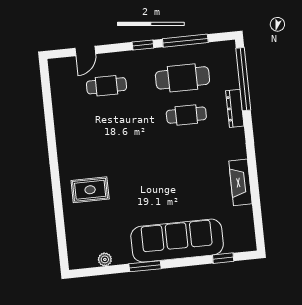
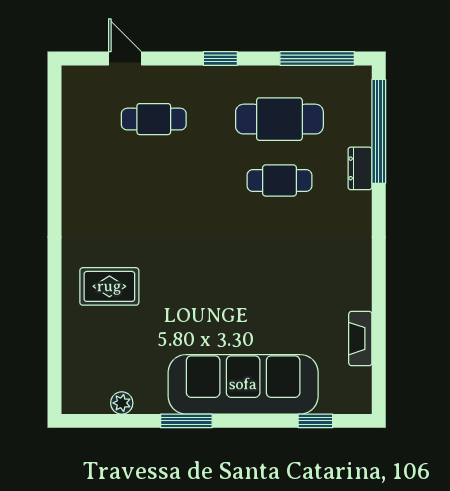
window: (185, 41) -> (317, 59), moved
door: (85, 51) -> (125, 59), swing flipped
dresser: (235, 108) -> (360, 168), width x0.70
fireplace: (240, 182) -> (360, 339), moved, width x0.73, depth x0.76

